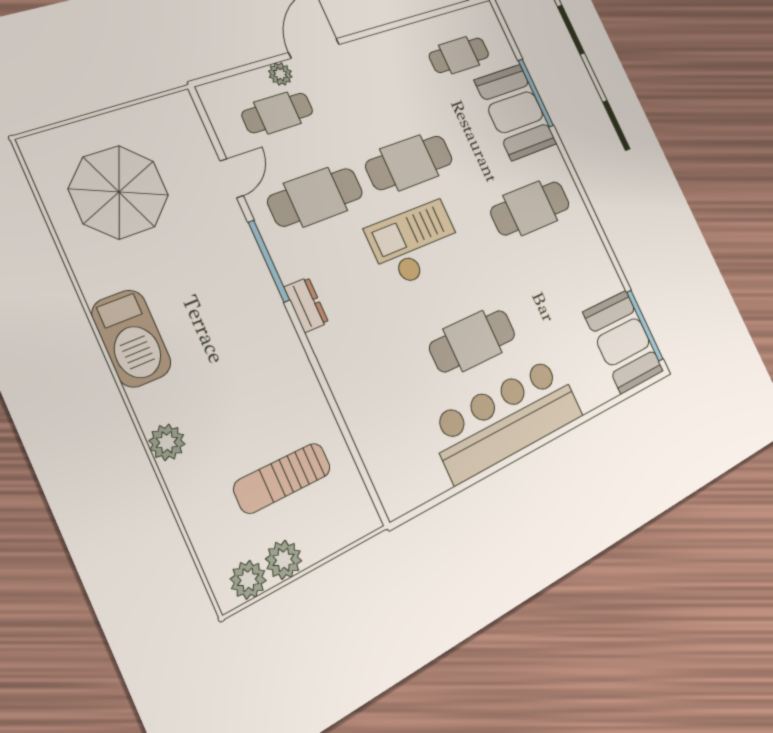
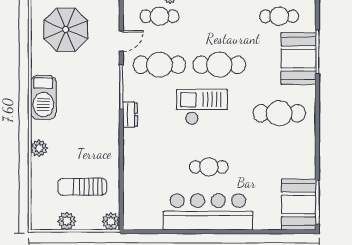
cafe table: (473, 341) -> (209, 167), width x0.73, depth x0.74
plant: (248, 580) -> (111, 221), moved

